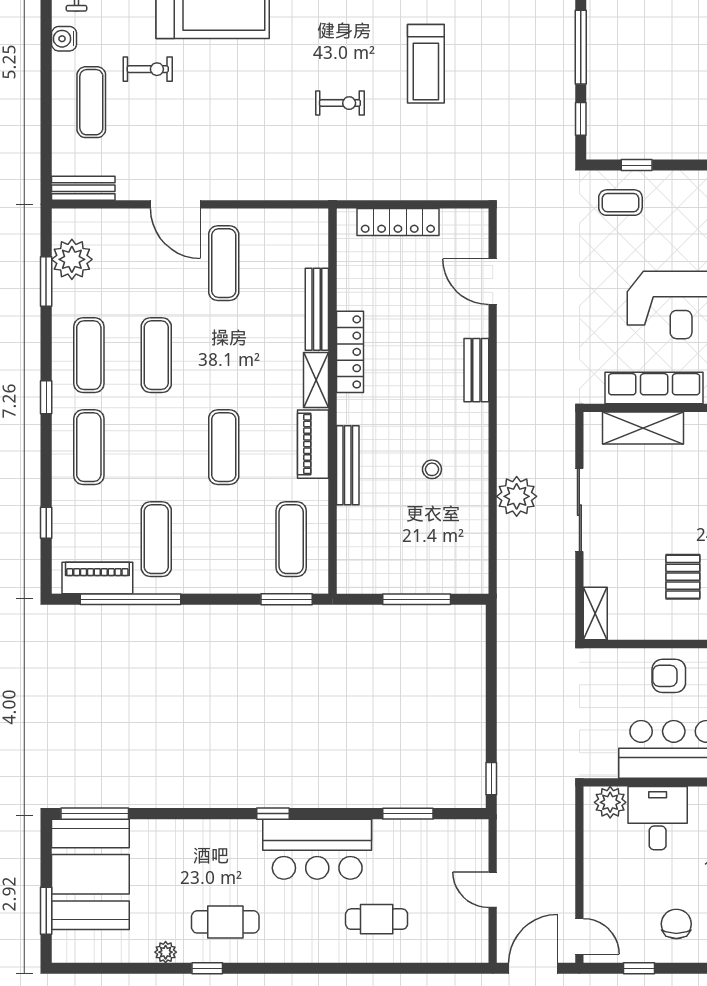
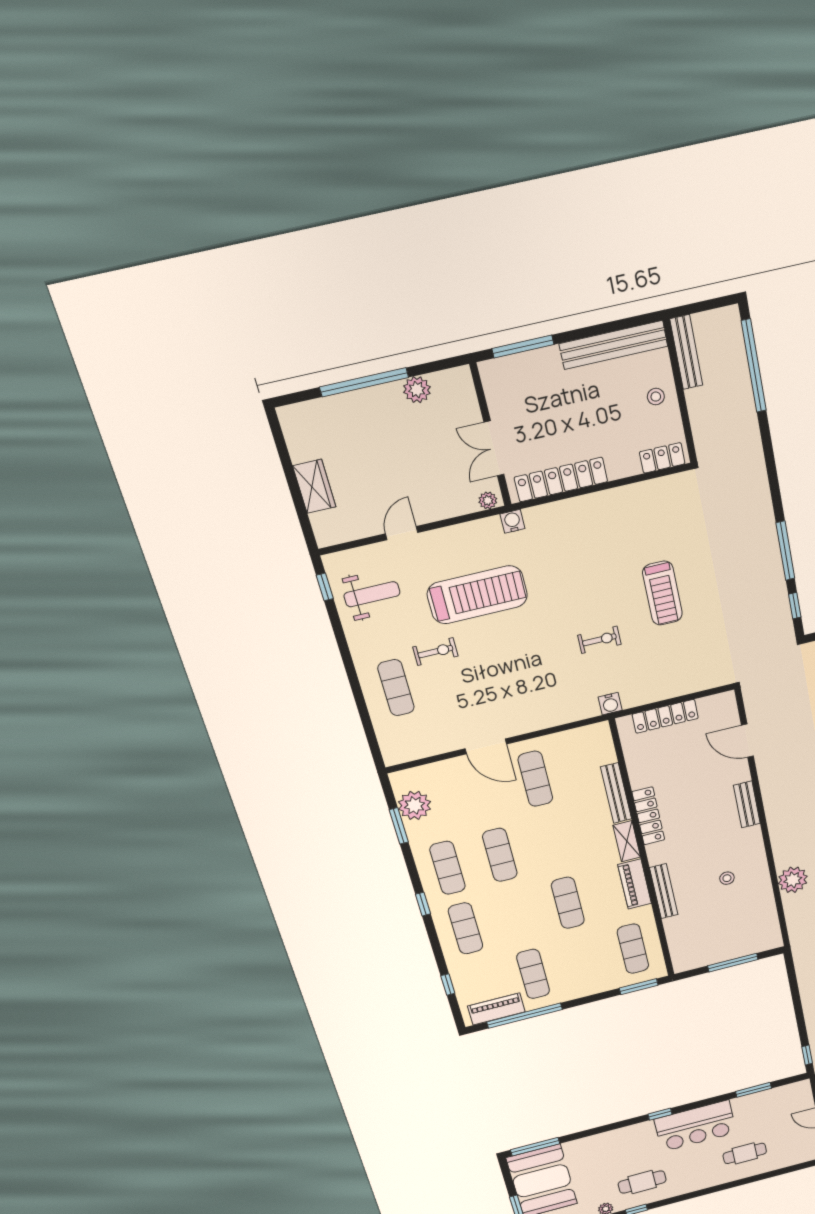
water cooler: (64, 39) -> (610, 704), moved, turned -90
bench: (83, 188) -> (408, 753), removed

